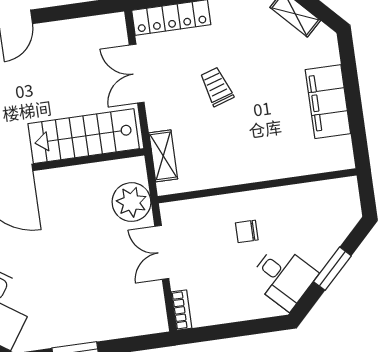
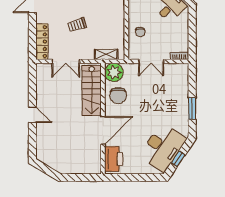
chair: (81, 193) -> (118, 96), added
plant: (131, 202) -> (114, 72), moved
chair: (247, 231) -> (140, 32), moved

